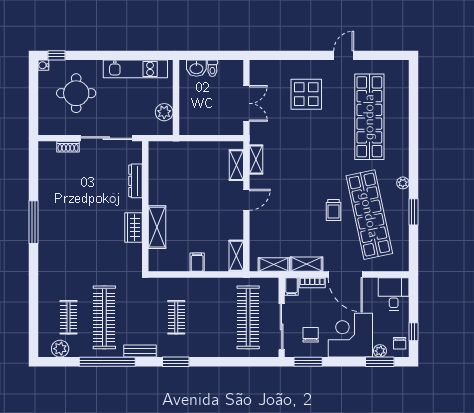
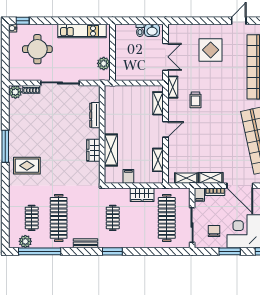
washbasin: (196, 68) -> (152, 30), moved
plant: (47, 150) -> (15, 92), added
shelving: (256, 159) -> (173, 87), moved
dresser: (136, 181) -> (95, 115), moved
wall: (145, 206) -> (102, 134), moved
trolley: (333, 210) -> (196, 100), moved
wardrobe: (134, 227) -> (93, 150), moved
shelving: (157, 227) -> (111, 150), moved
rug: (62, 248) -> (27, 166), added
shelving: (236, 256) -> (158, 160), moved
wardrobe: (215, 287) -> (142, 195), added
window: (107, 362) -> (40, 251), moved
window: (308, 362) -> (230, 251), moved

